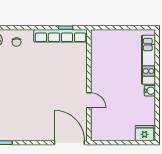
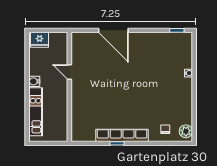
wall: (89, 85) -> (69, 87), moved
door: (89, 100) -> (69, 72), moved

